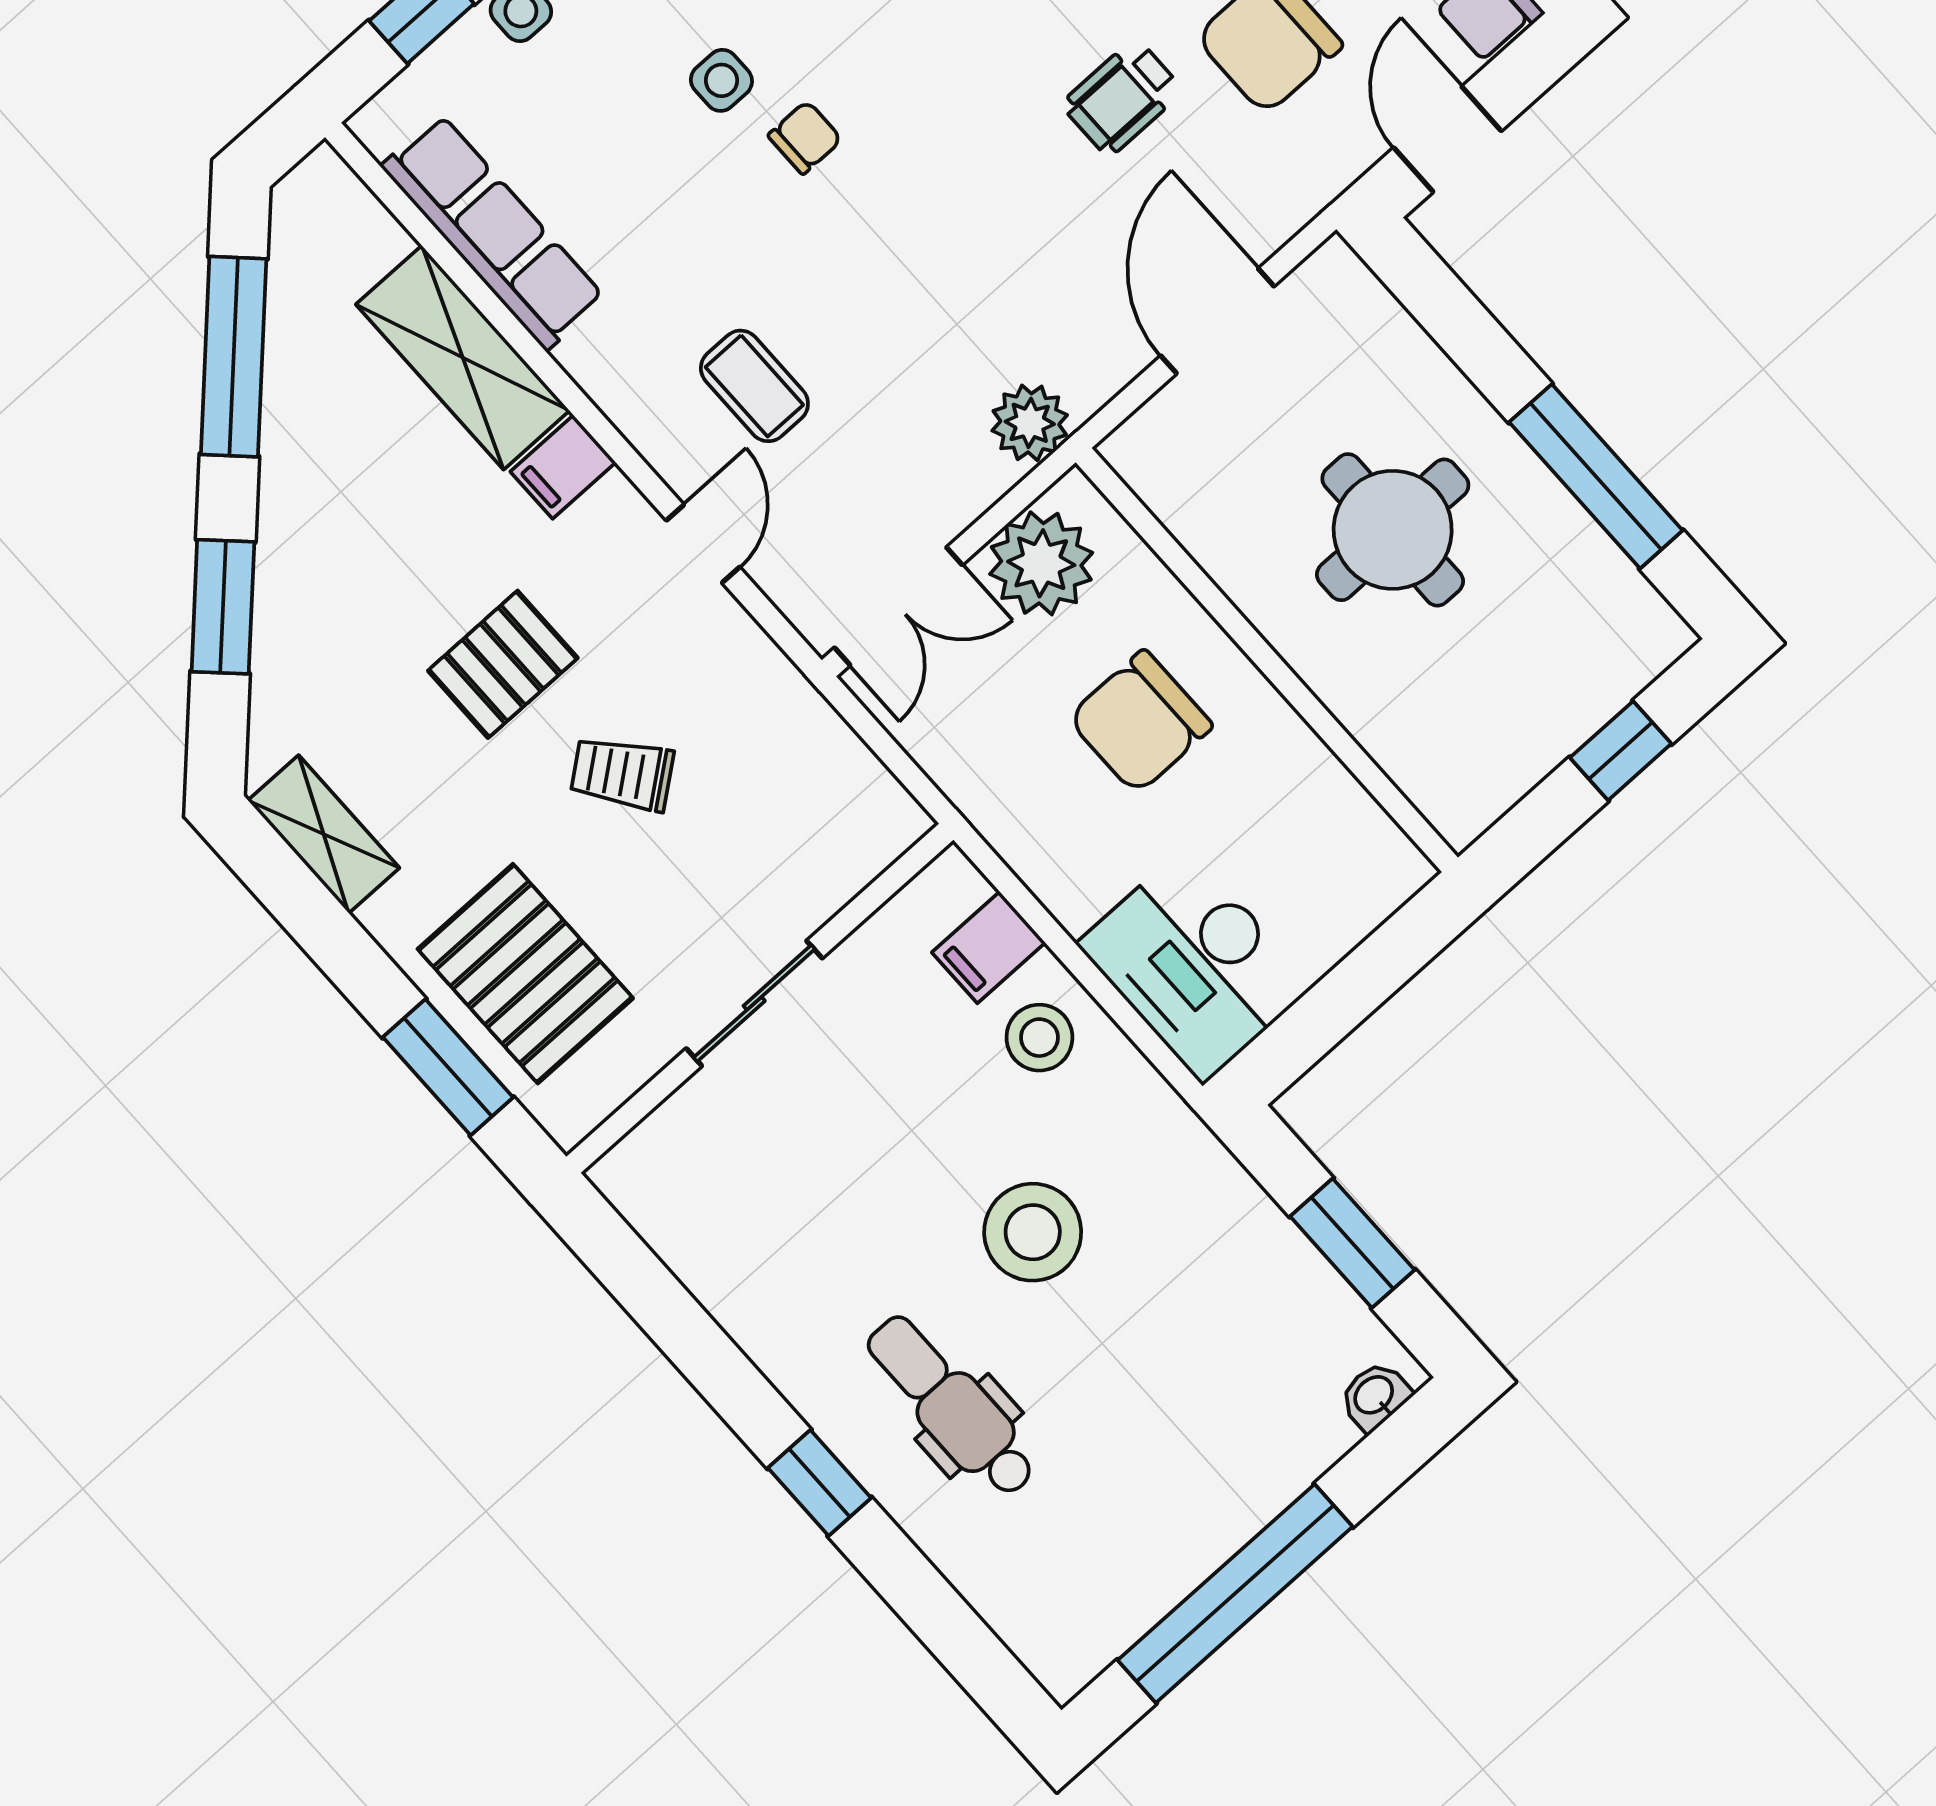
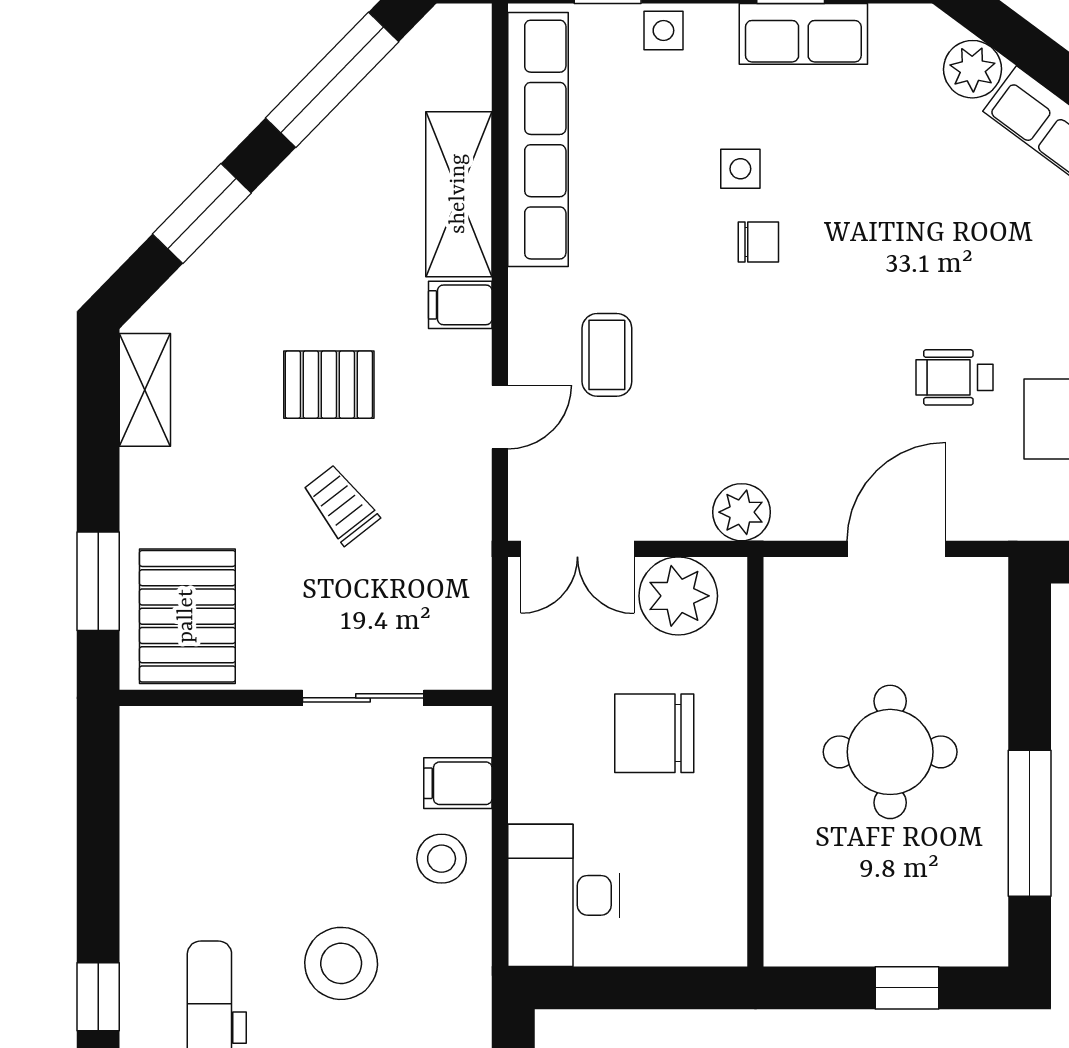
row of seats: (493, 232) -> (538, 140), width x1.36
pallet: (525, 974) -> (187, 616), moved
sliding door: (754, 1003) -> (363, 698), moved

